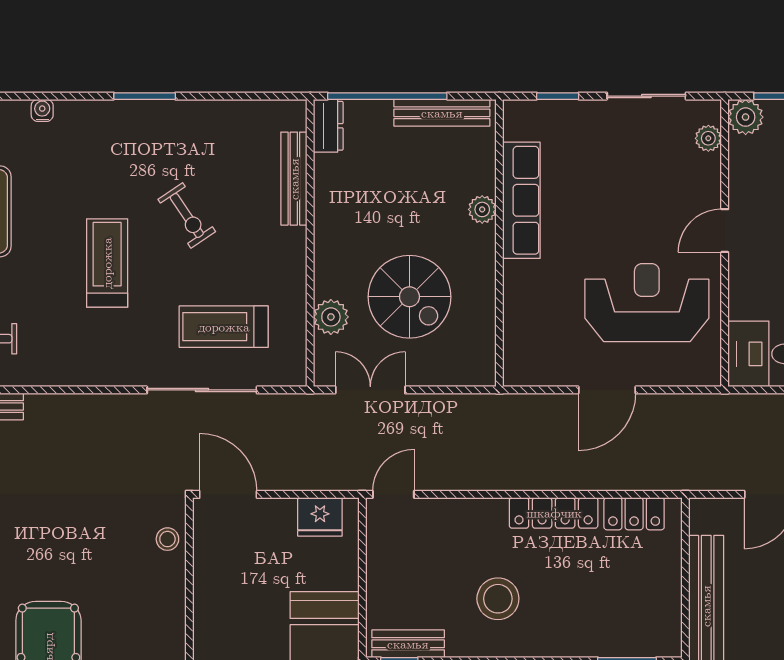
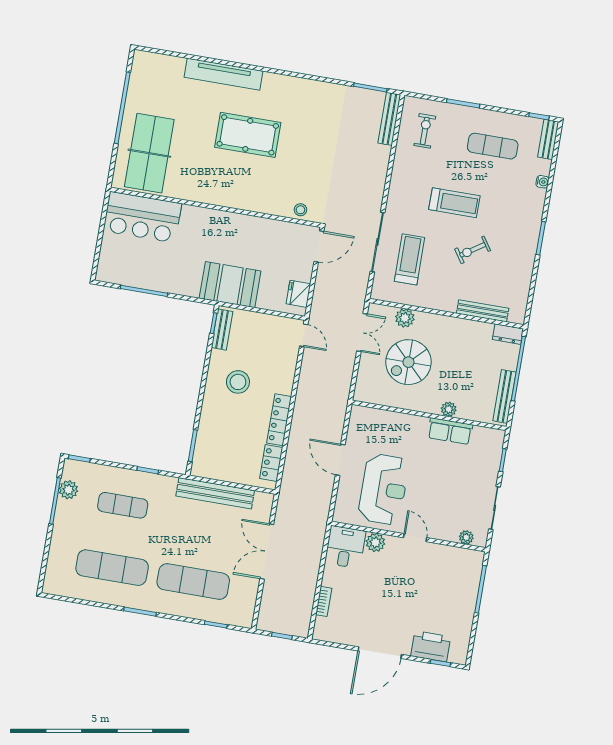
plant: (746, 117) -> (375, 542), moved
row of seats: (521, 200) -> (450, 431), width x0.68

